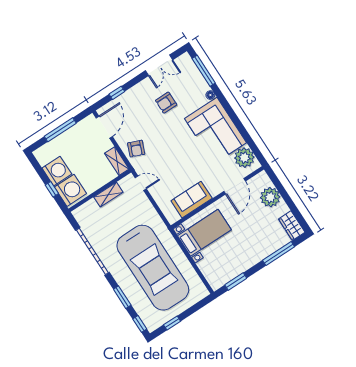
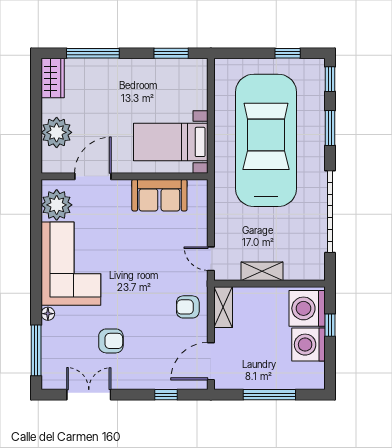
armchair: (136, 149) -> (188, 307), turned -112

